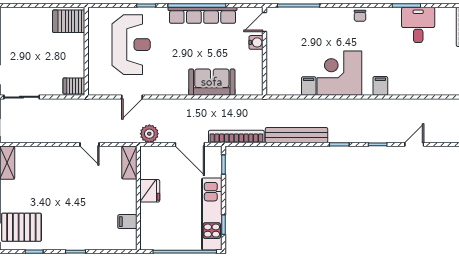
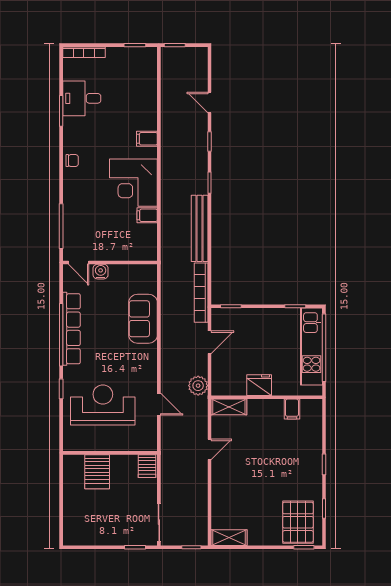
server rack: (69, 21) -> (97, 472), moved
door: (190, 144) -> (209, 342), width x0.73
kitchen unit: (212, 214) -> (312, 347), moved, turned 90

